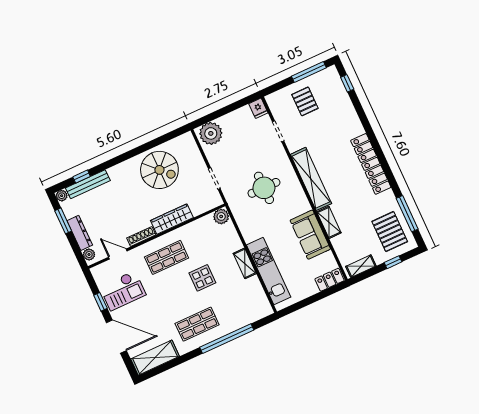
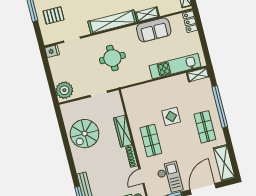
spiral stairs: (159, 170) -> (85, 134), turned 180
plant: (221, 216) -> (128, 94), removed
shelving: (245, 263) -> (198, 75), moved

